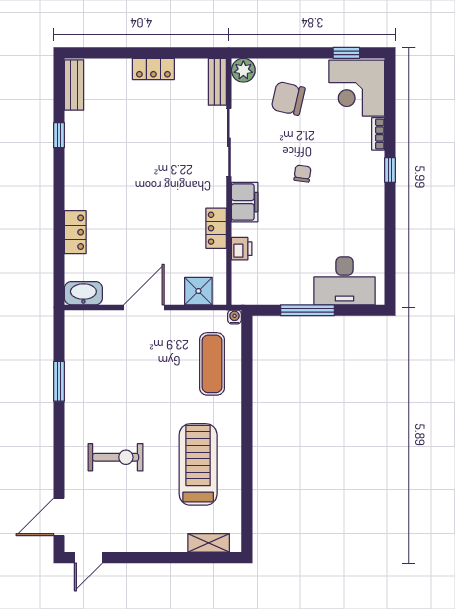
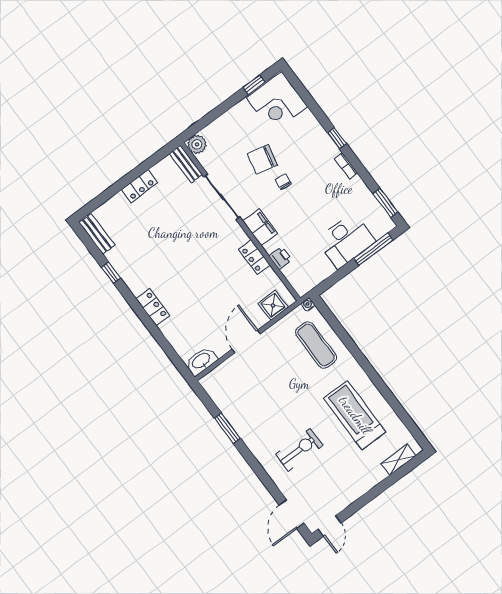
chair: (288, 98) -> (262, 159), moved
bookcase: (378, 134) -> (346, 166), moved
locker: (75, 232) -> (153, 307), moved
window: (390, 272) -> (385, 203), added
desk: (344, 281) -> (346, 241), moved
window: (307, 310) -> (373, 249), moved

